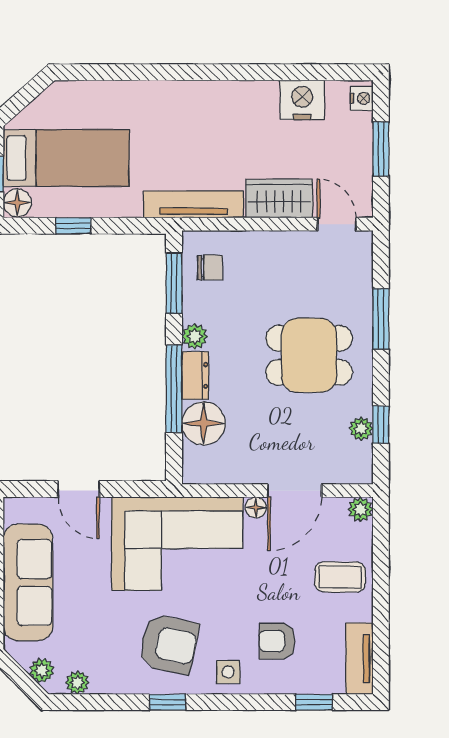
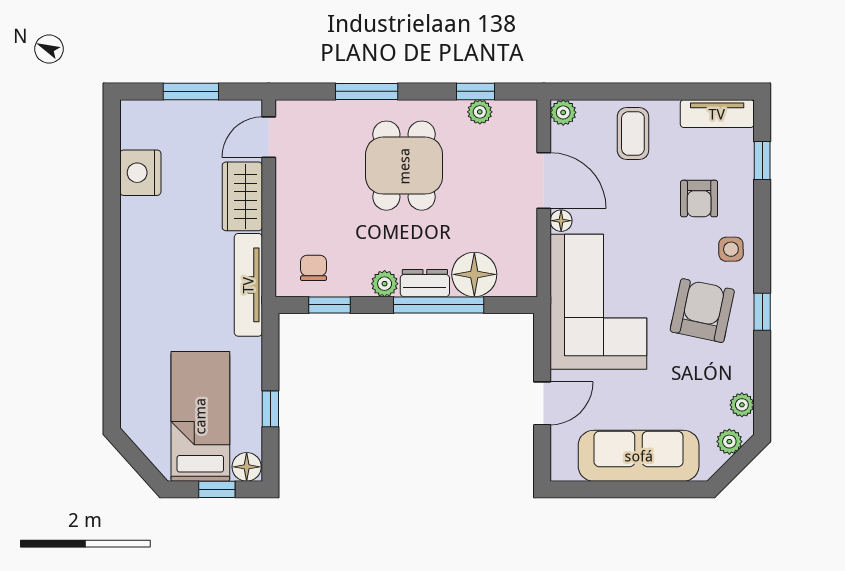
nightstand: (362, 98) -> (139, 111), removed
window: (174, 283) -> (330, 305), width x0.67

